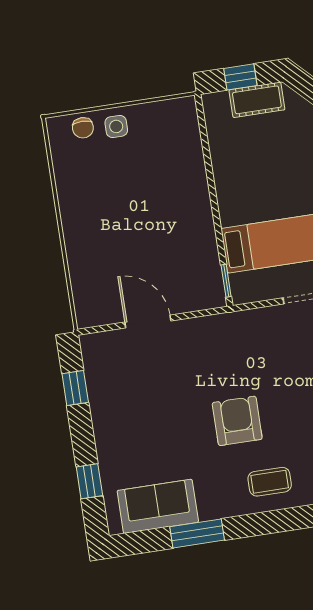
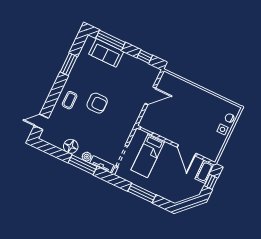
cot: (257, 100) -> (205, 172), moved
door: (209, 171) -> (187, 150), added
window: (89, 481) -> (110, 40), width x2.17
sofa: (158, 506) -> (106, 53), moved, turned 90

